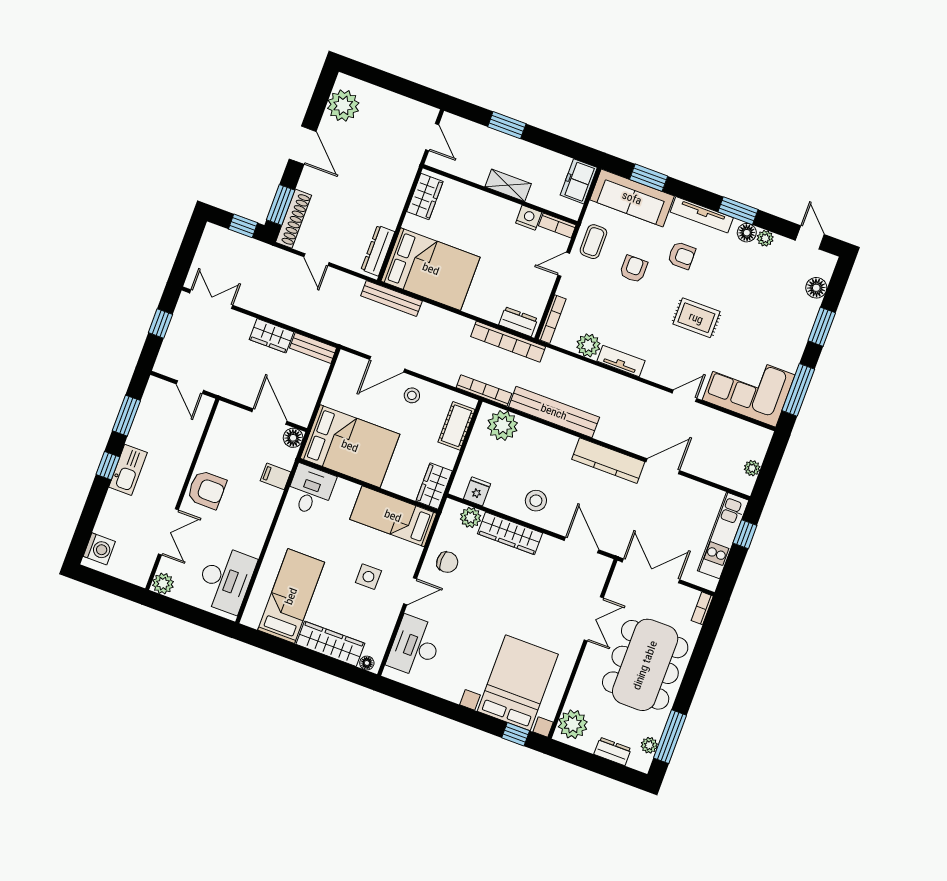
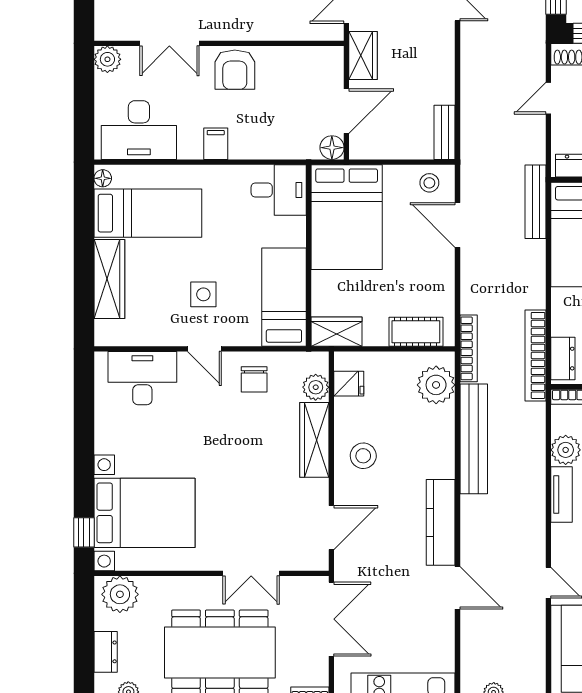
wardrobe: (271, 336) -> (363, 55), moved, turned 180
stool: (412, 395) -> (429, 183), moved
filing cabinet: (275, 476) -> (216, 144), moved
floor lamp: (367, 663) -> (103, 178), moved

